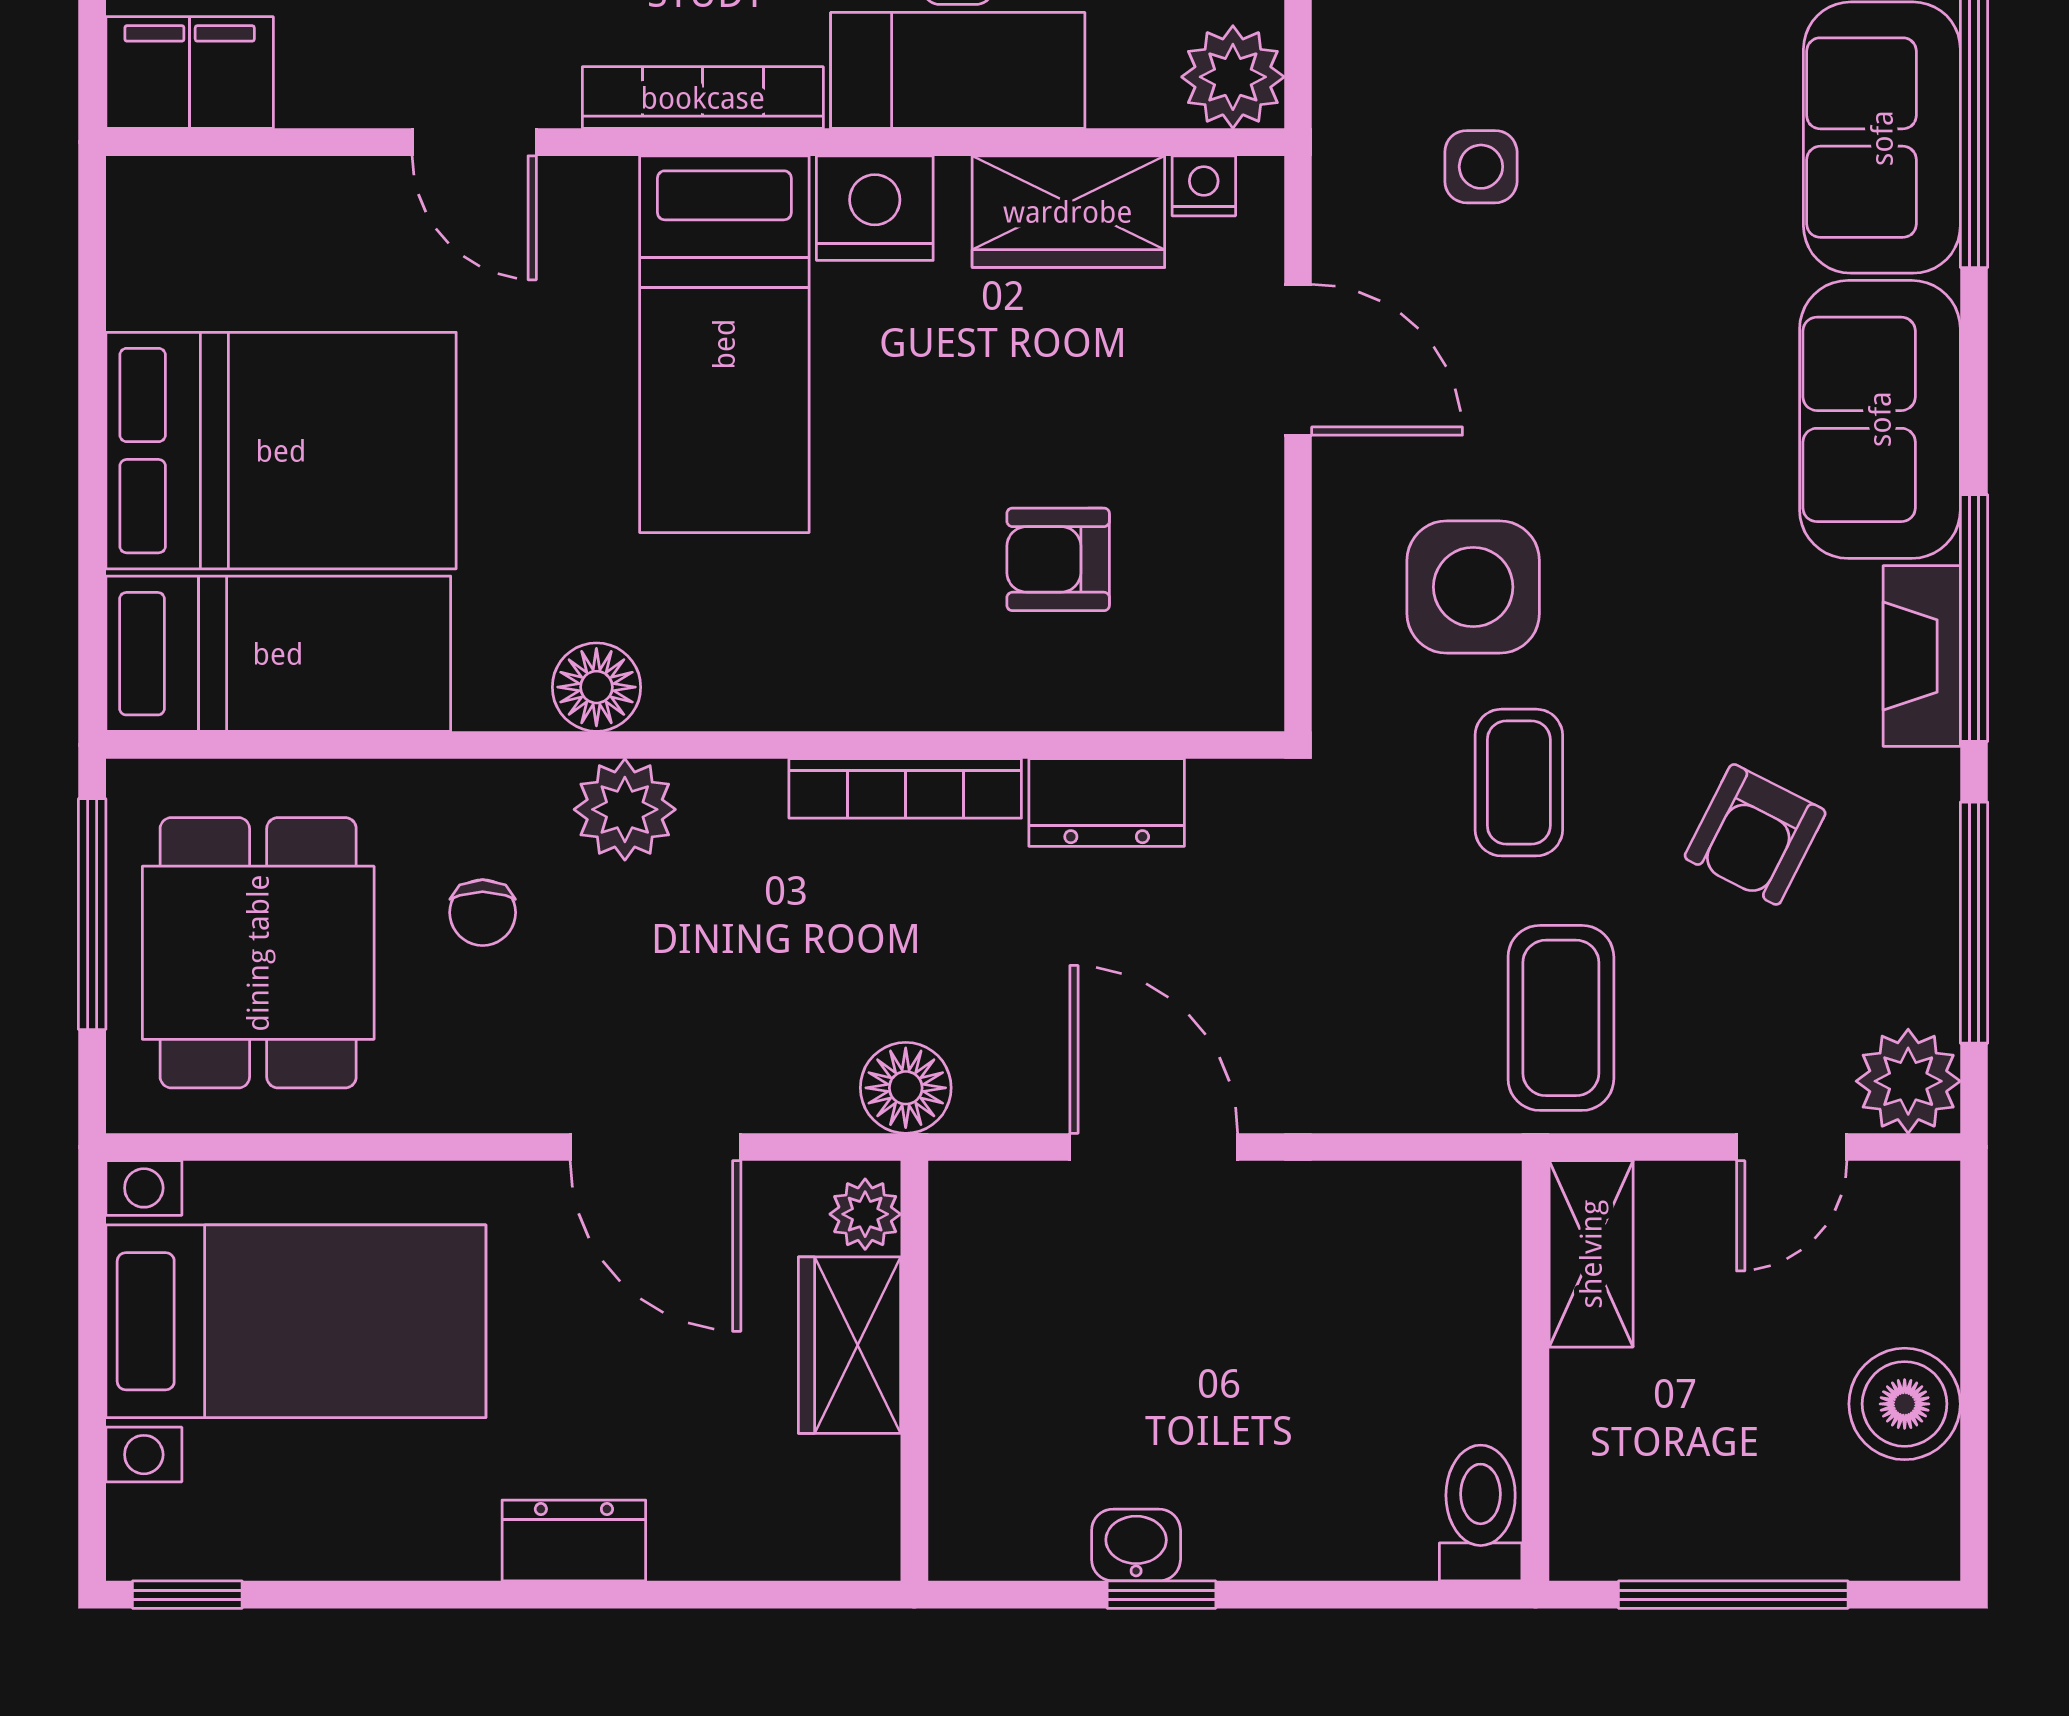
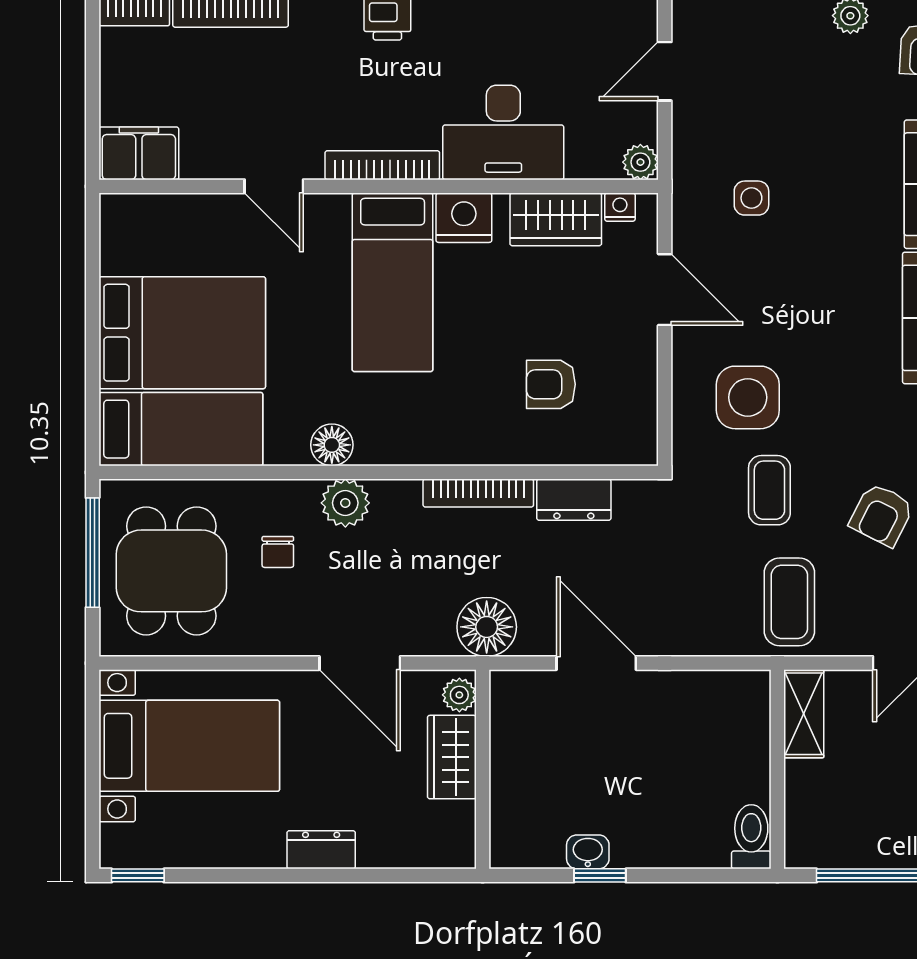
plant: (1233, 77) -> (640, 162), width x0.73, depth x0.73
floor lamp: (906, 1088) -> (487, 627), width x1.38, depth x1.38

